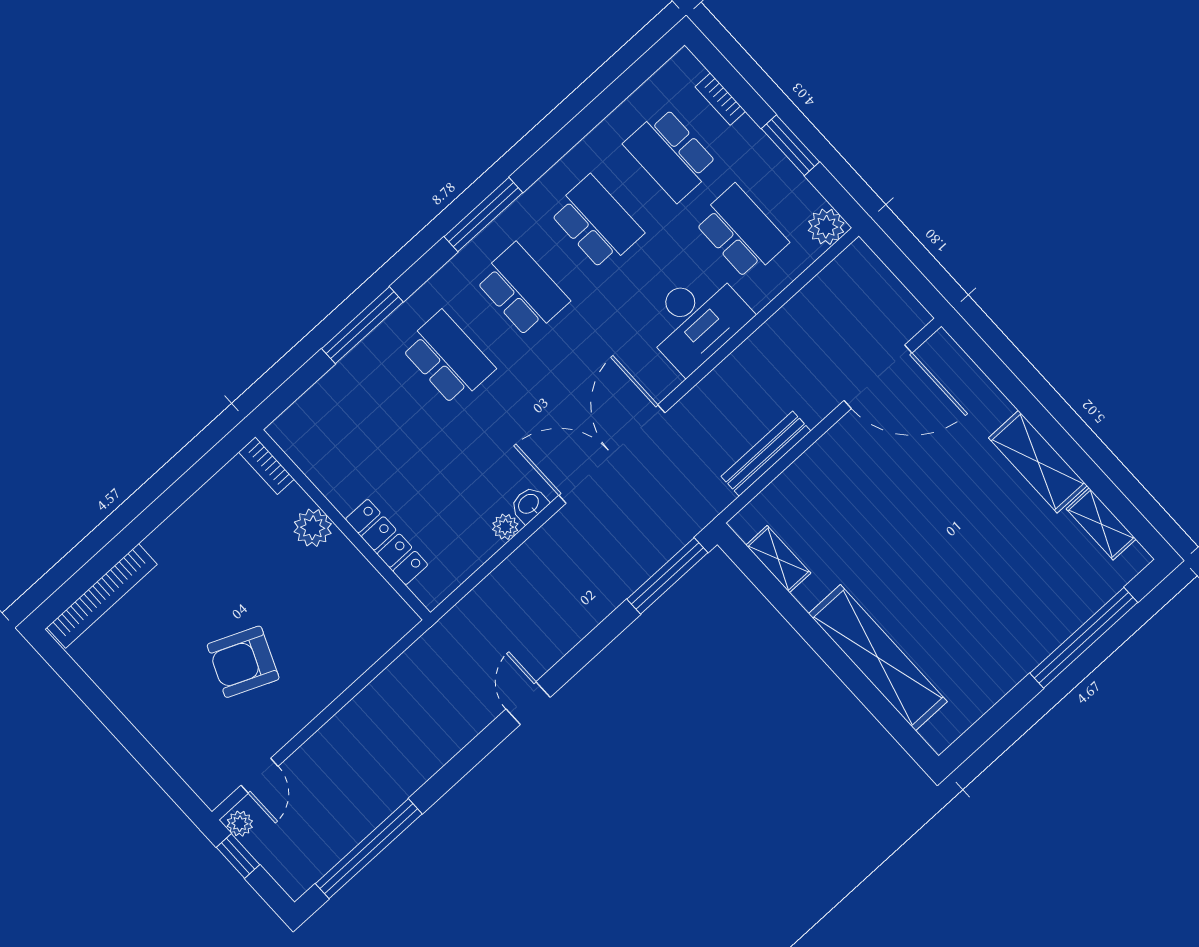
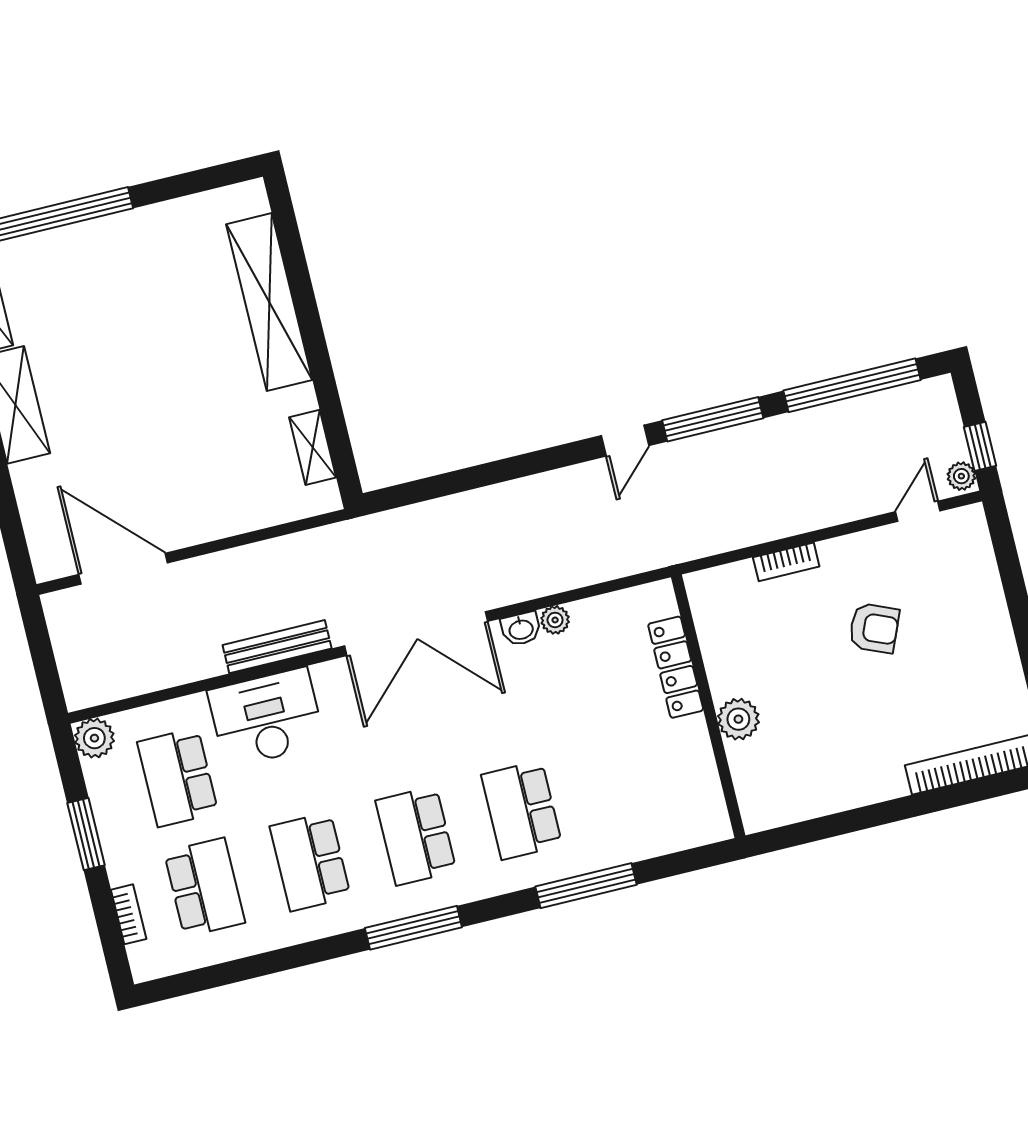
bench: (766, 454) -> (277, 647), moved
bookcase: (266, 466) -> (786, 562), moved, turned 90
window: (667, 576) -> (713, 419), moved
armchair: (243, 662) -> (874, 628), width x0.72, depth x0.72

